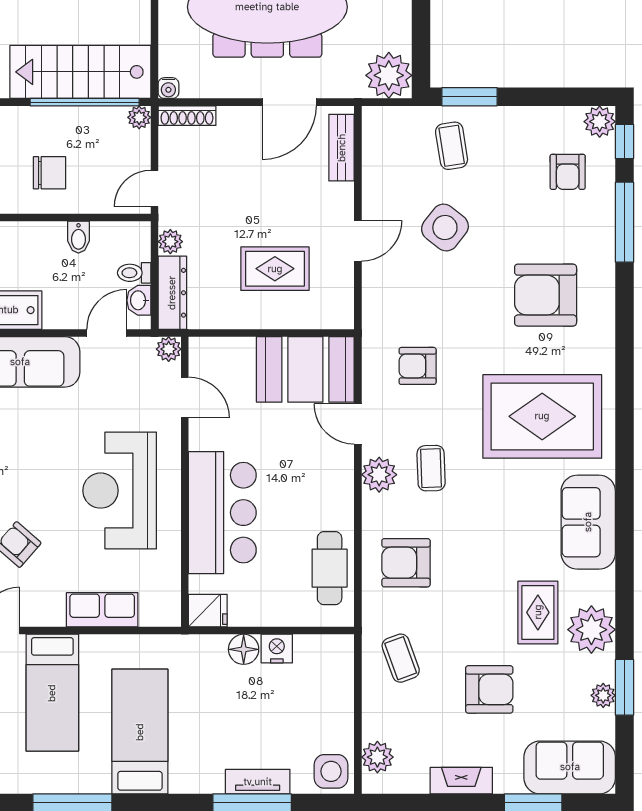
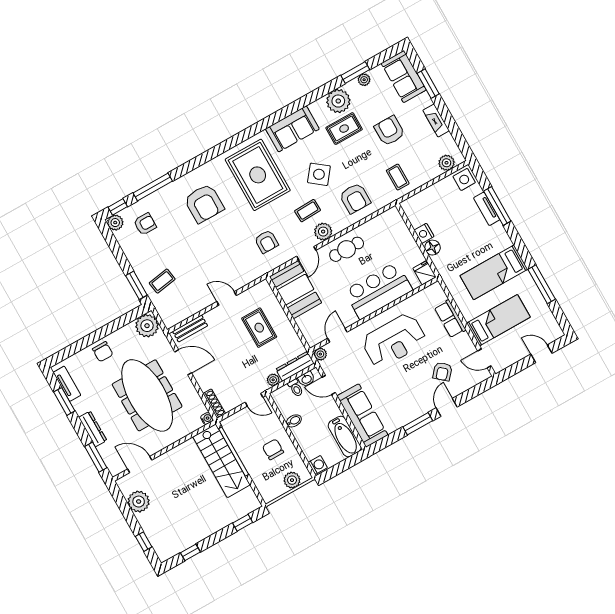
plant: (139, 117) -> (227, 424), removed
side table: (445, 228) -> (319, 174), moved
cafe table: (330, 568) -> (347, 249), moved
coffee table: (401, 658) -> (398, 177), turned -70

